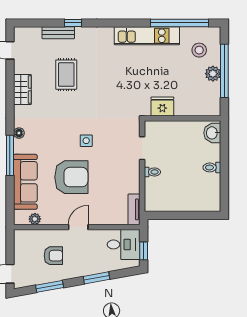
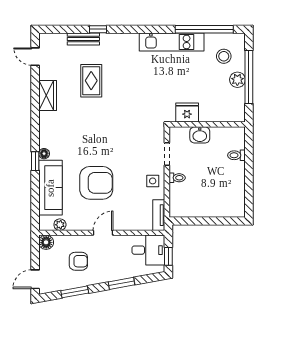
floor lamp: (19, 133) -> (44, 154), moved
washbasin: (212, 133) -> (200, 135), moved, turned -90
side table: (86, 141) -> (153, 181), moved
window: (10, 155) -> (35, 161), width x0.46
toilet: (212, 167) -> (236, 155), moved
floor lamp: (21, 237) -> (46, 242), added

